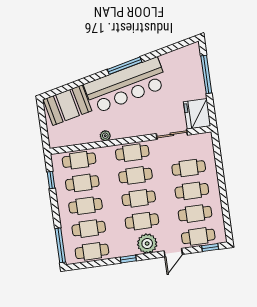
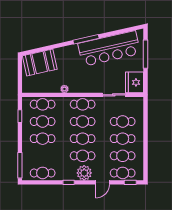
bar counter: (126, 85) -> (109, 49), moved
cafe table: (89, 229) -> (43, 156), removed

